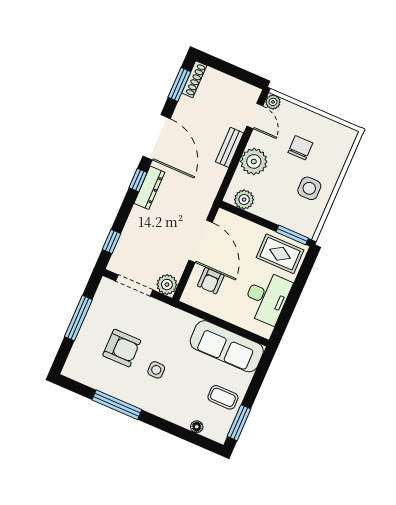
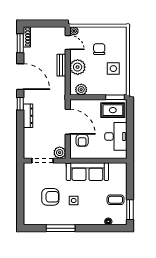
dresser: (149, 188) -> (28, 116), moved
window: (111, 241) -> (20, 142), removed
window: (78, 318) -> (20, 191), removed
sofa: (227, 346) -> (87, 172), moved

